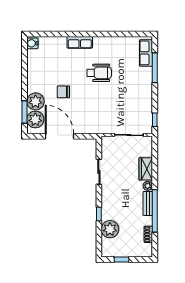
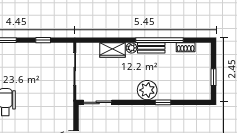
window: (155, 120) -> (43, 40), moved
sliding door: (99, 172) -> (98, 102), moved
plant: (110, 229) -> (147, 90), moved

